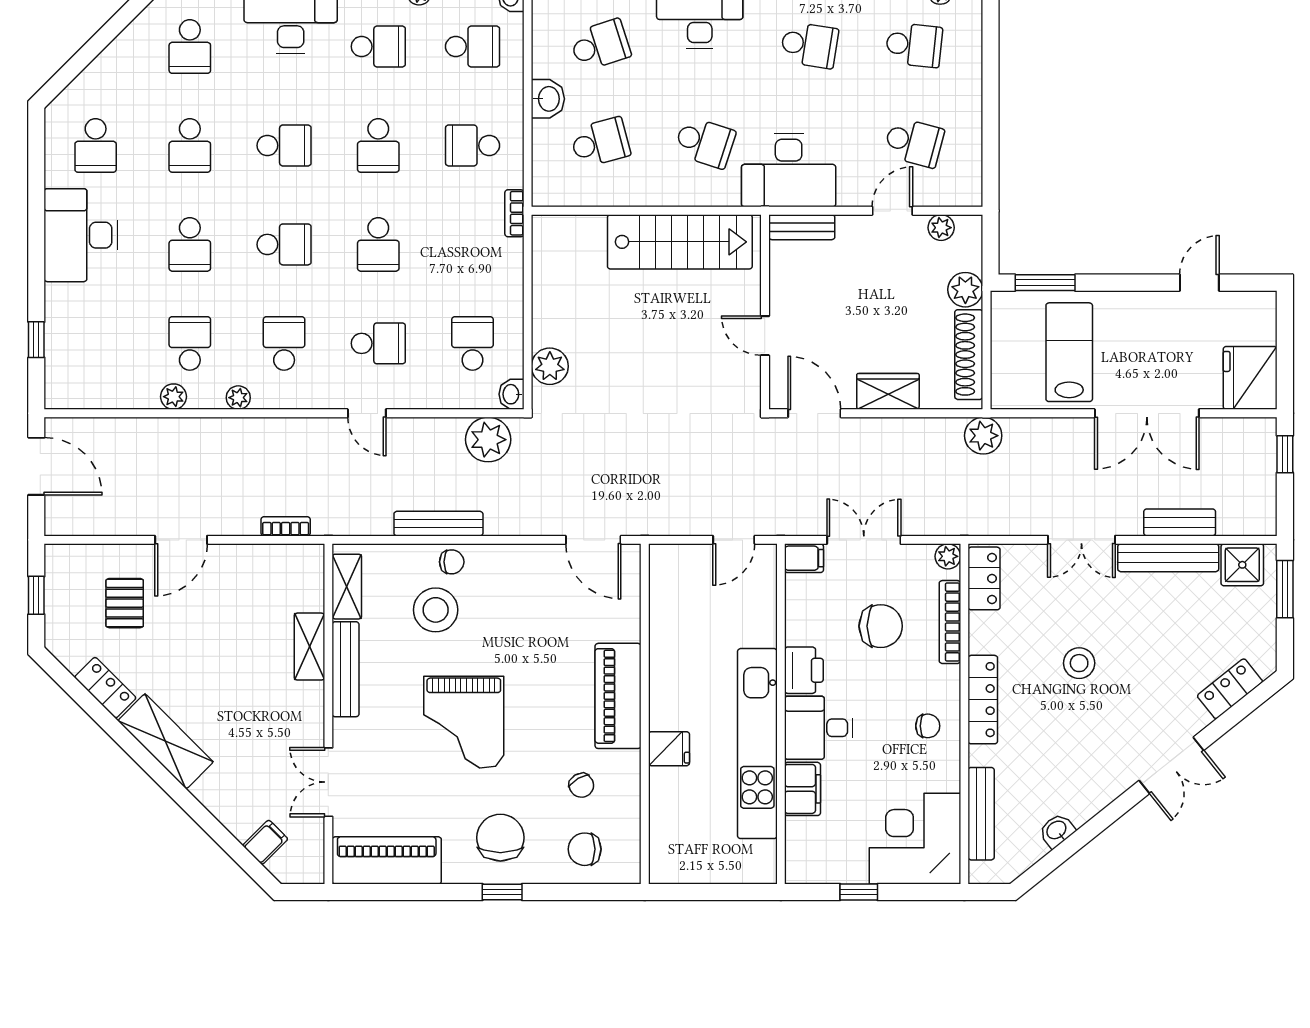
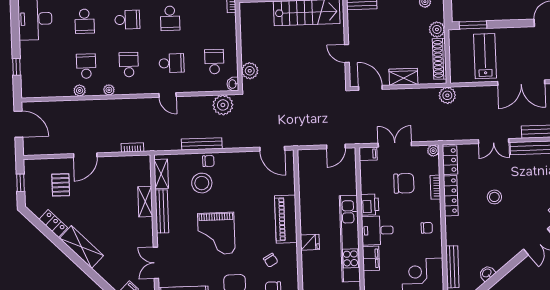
bookcase: (950, 622) -> (435, 187), width x0.64
locker: (983, 700) -> (451, 196), moved

